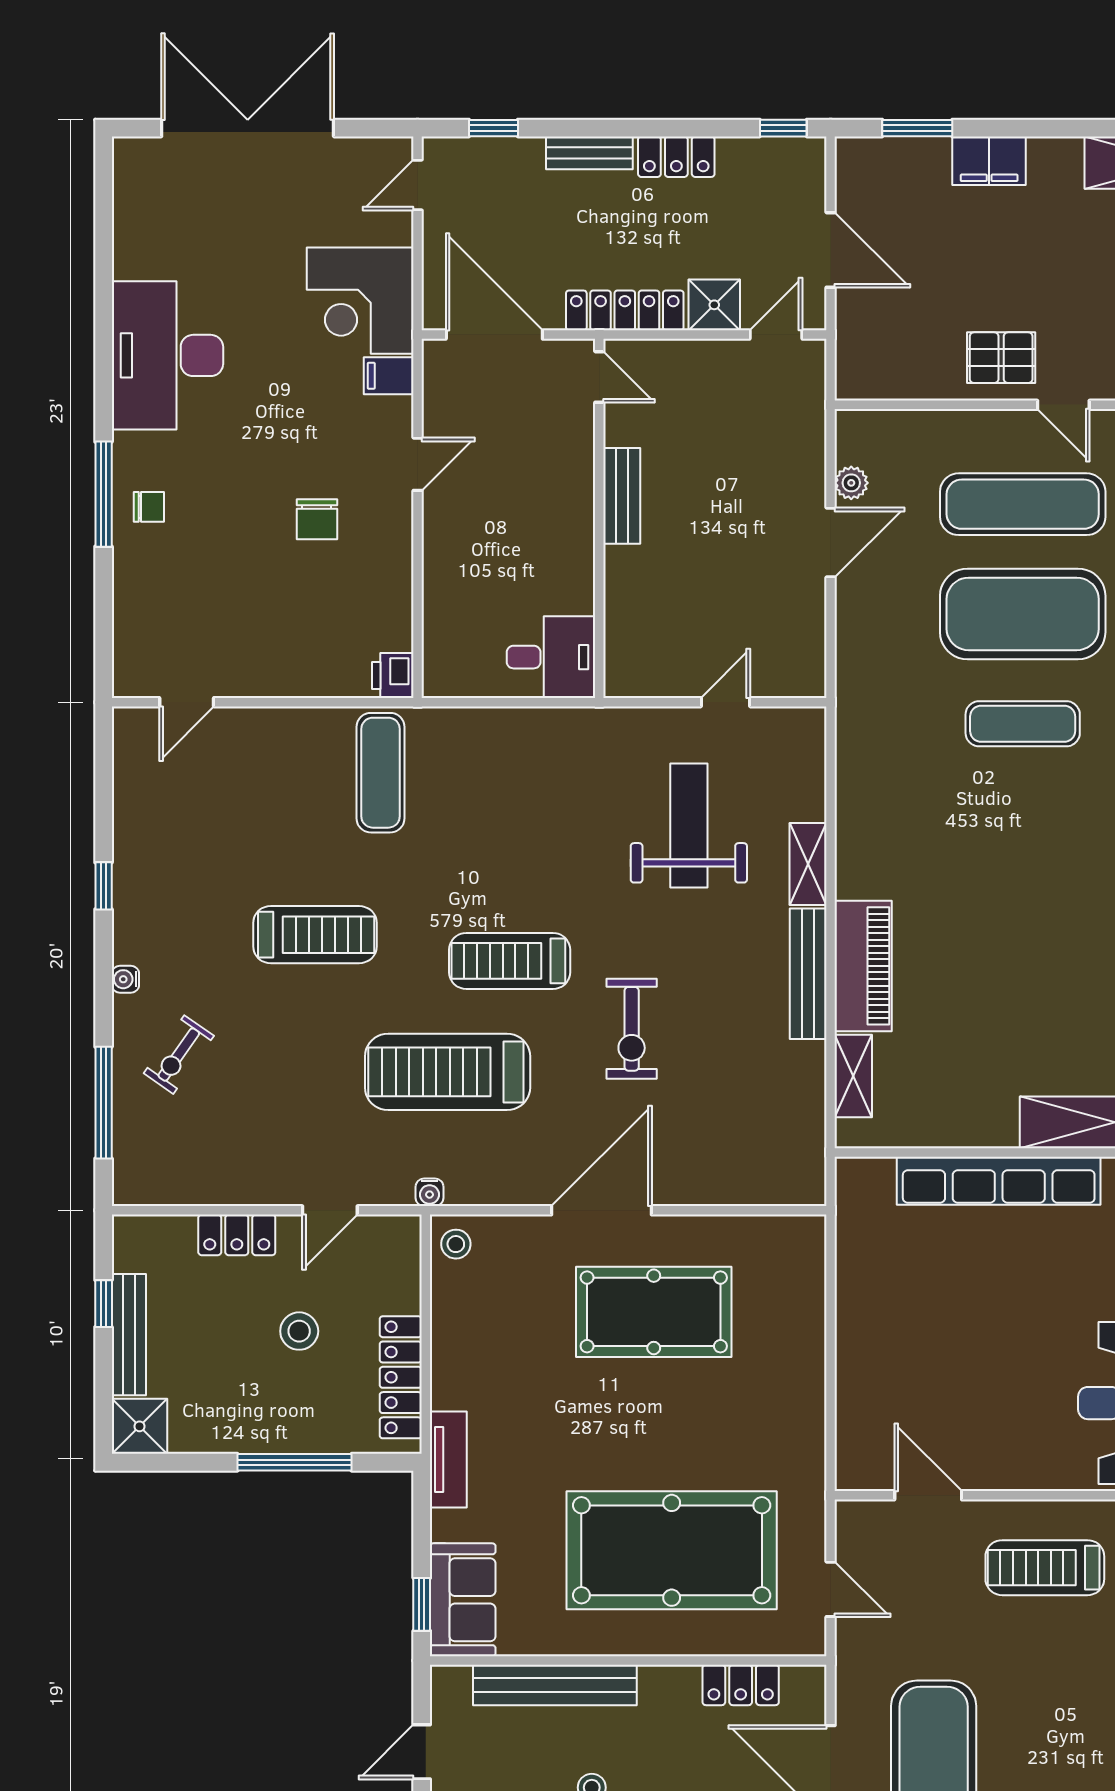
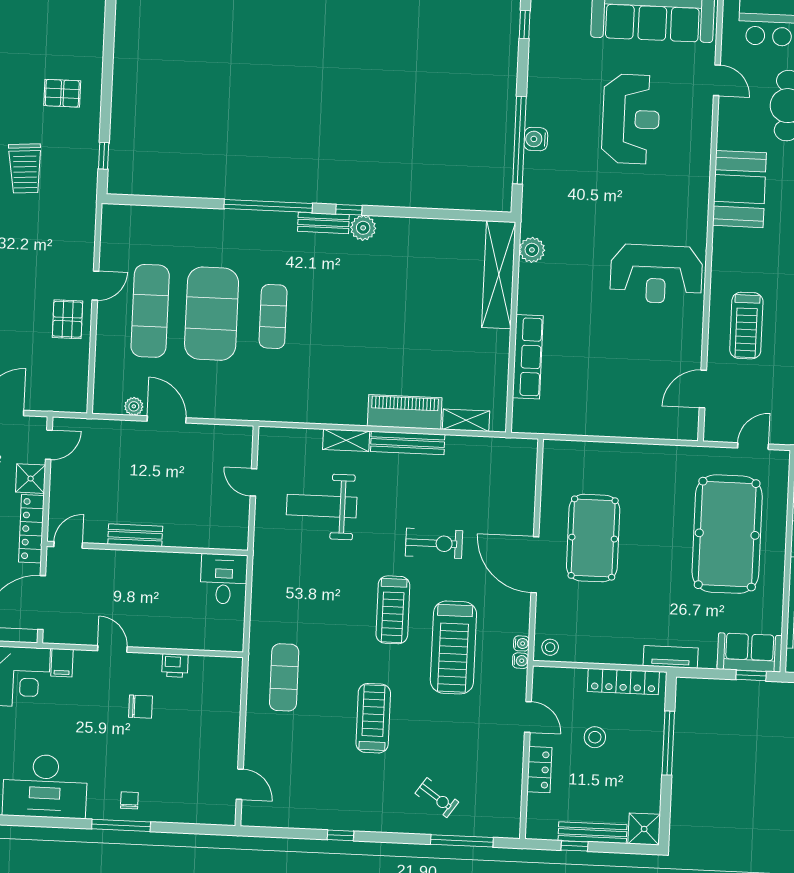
door: (776, 335) -> (49, 445), swing flipped
printer: (393, 675) -> (175, 666), moved
exercise mat: (381, 773) -> (284, 677), turned 90
water cooler: (125, 979) -> (521, 643), moved, turned -90
row of seats: (999, 1181) -> (528, 357), width x0.73

